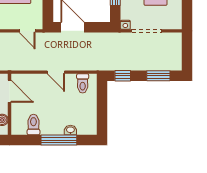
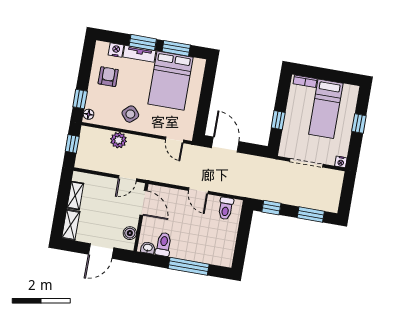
nightstand: (125, 25) -> (341, 162), moved
washbasin: (70, 130) -> (148, 248), moved

